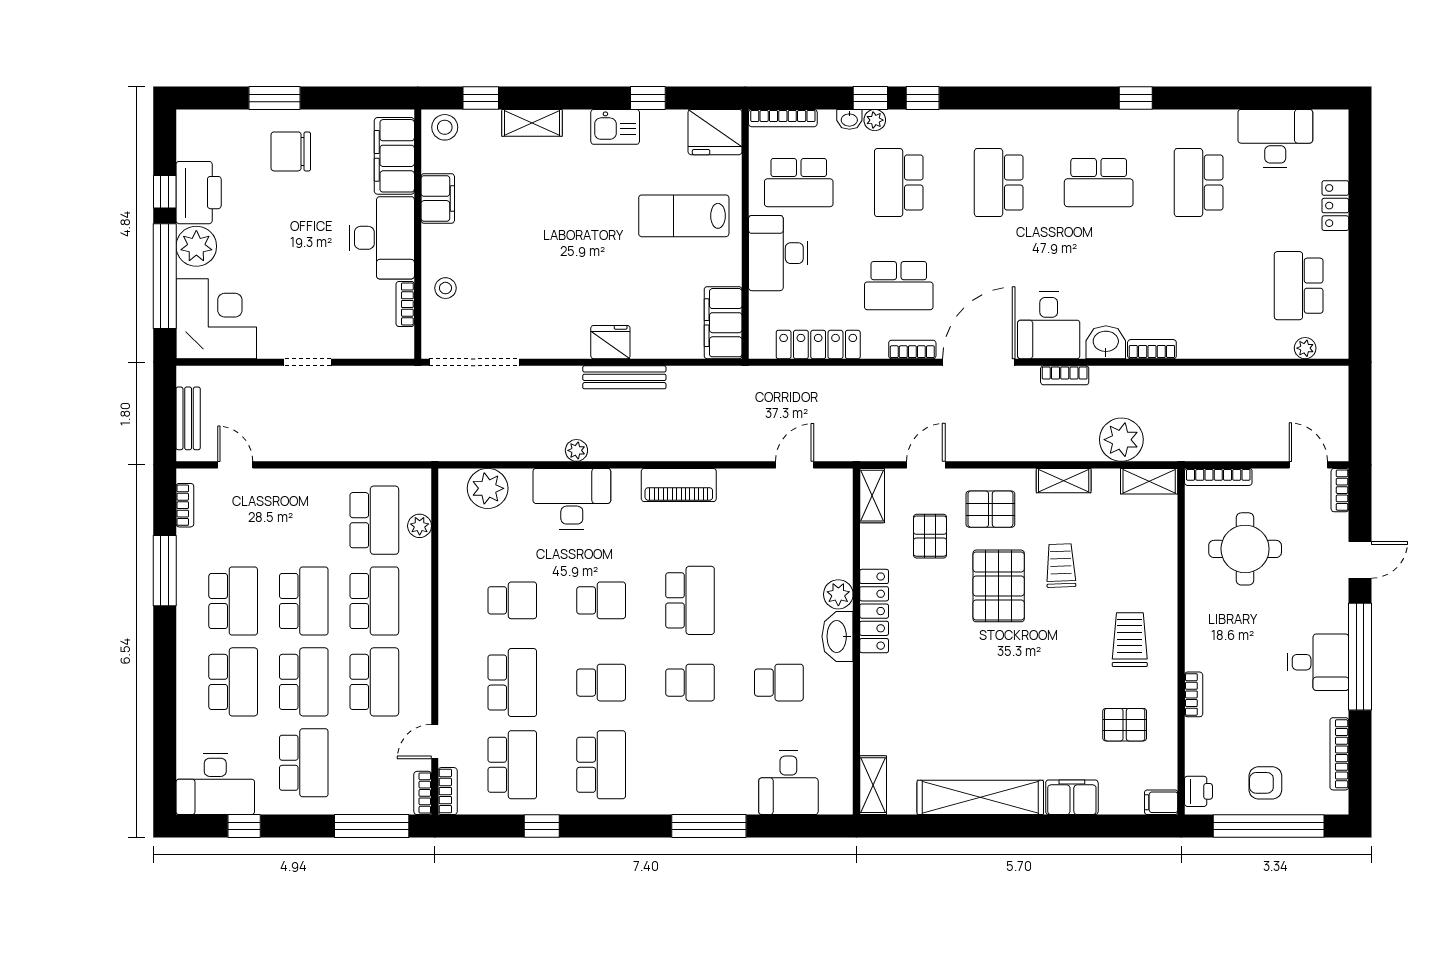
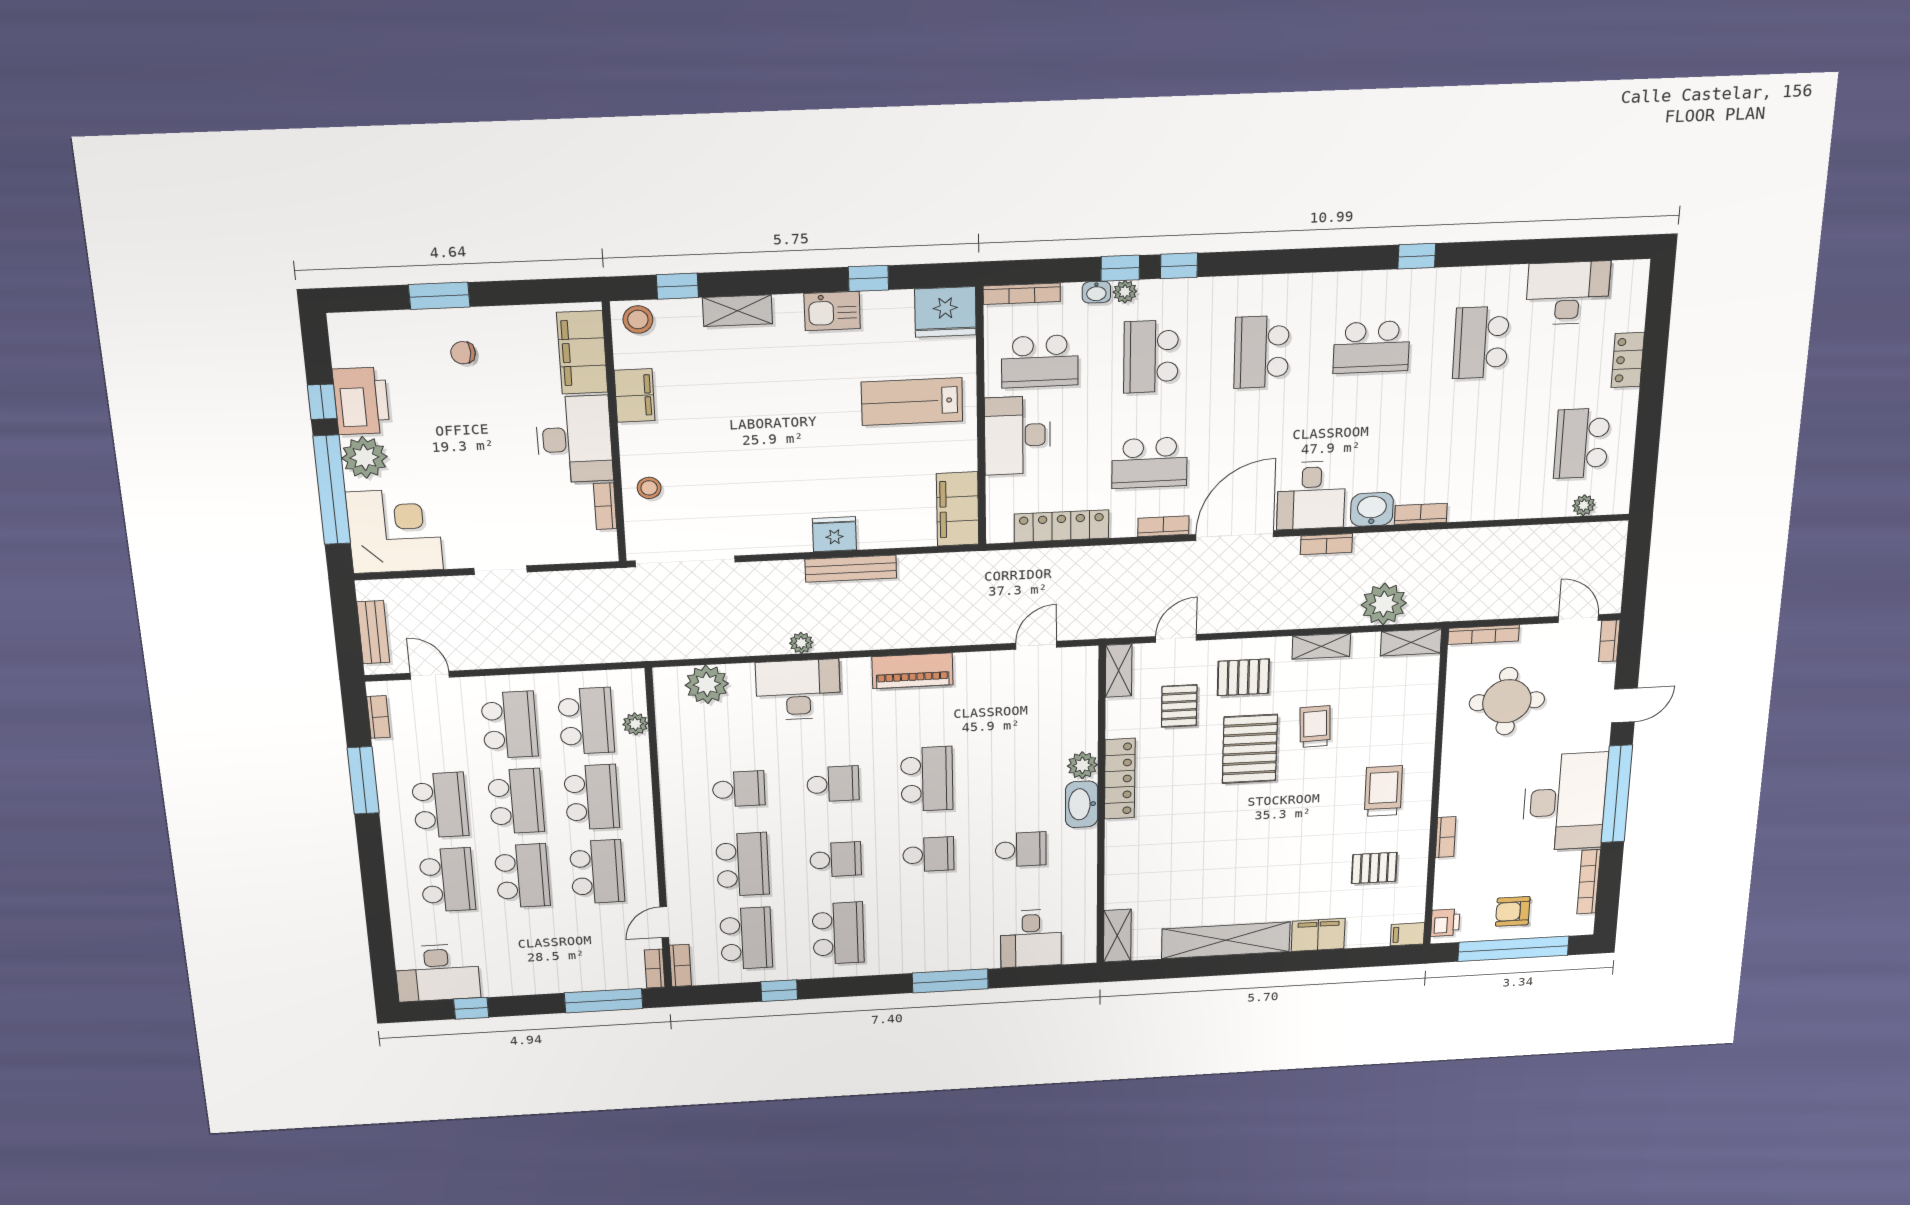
chair: (291, 151) -> (463, 353), width x0.54, depth x0.54
desk: (1318, 662) -> (1565, 802), width x1.87, depth x1.30
school desk: (304, 763) -> (510, 725), moved

